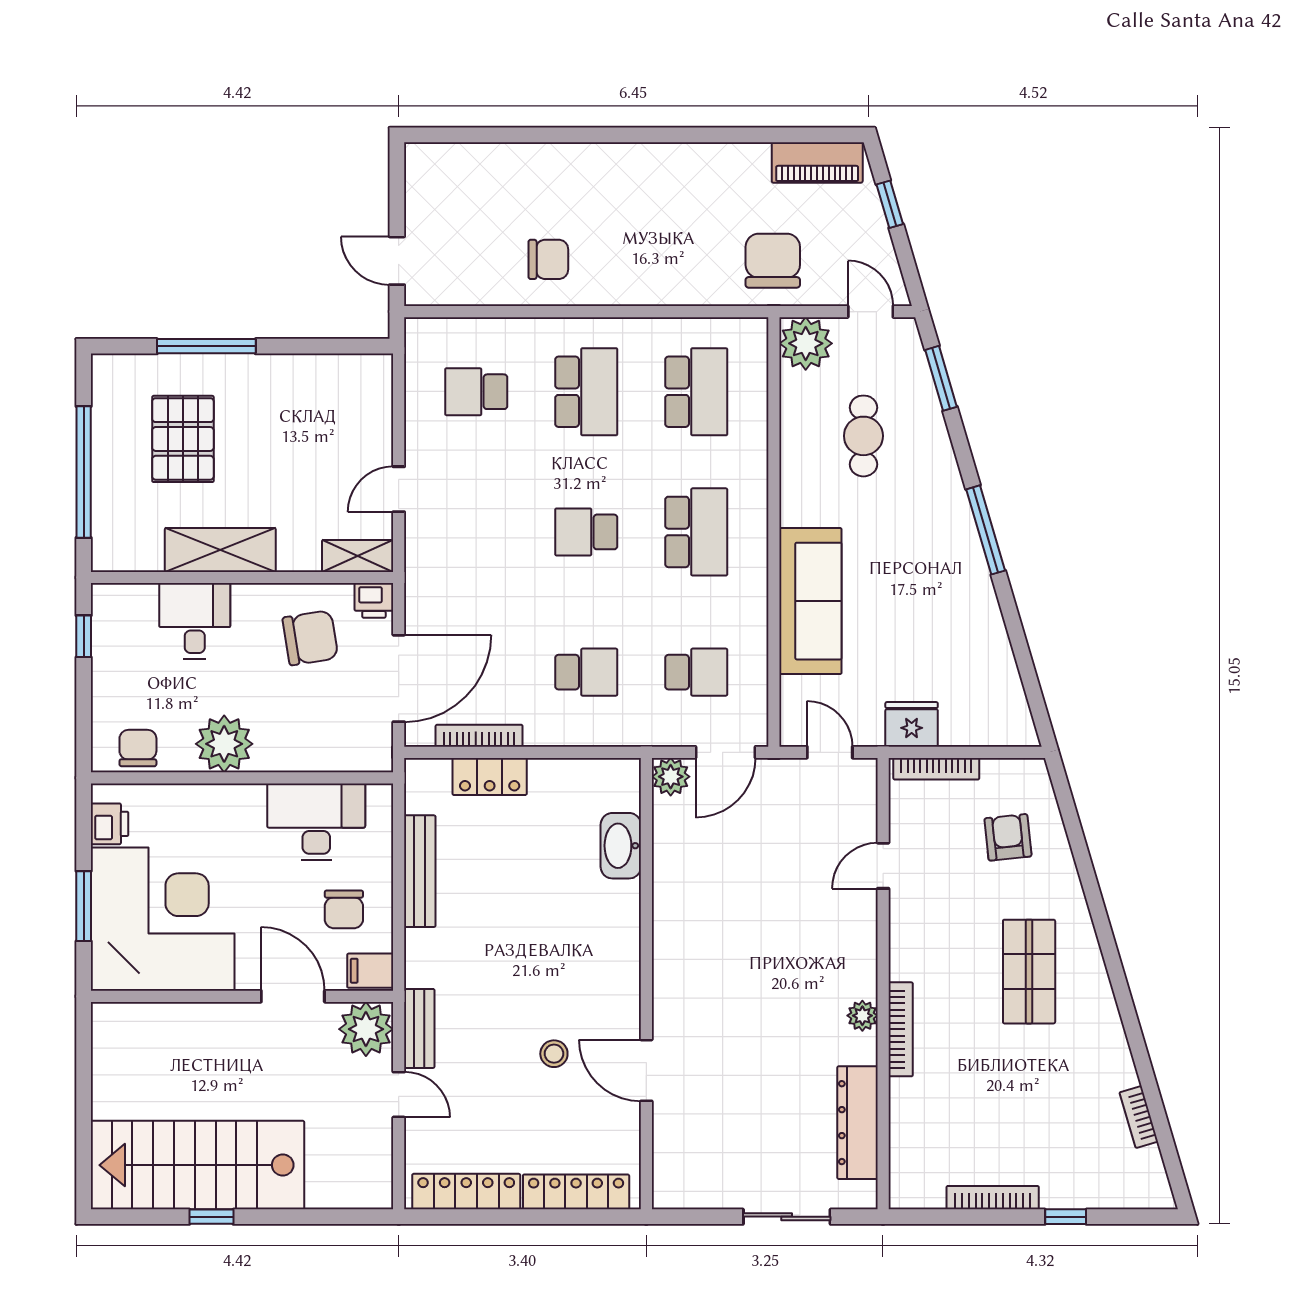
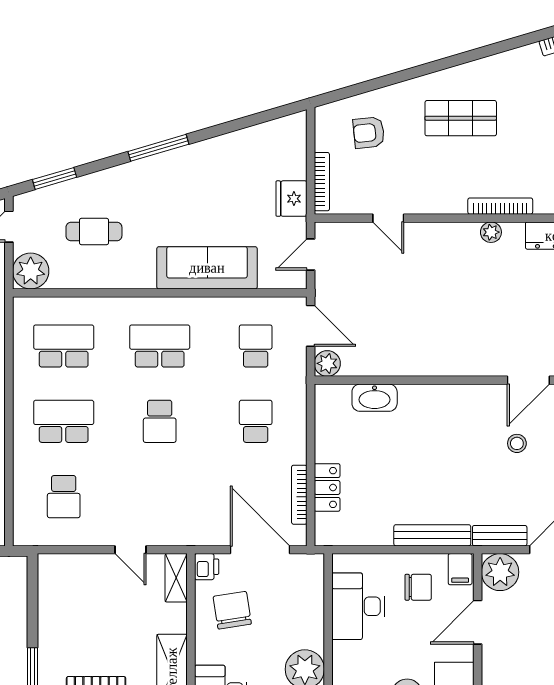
bench: (420, 871) -> (432, 535), moved

